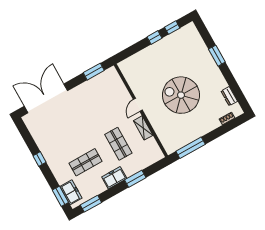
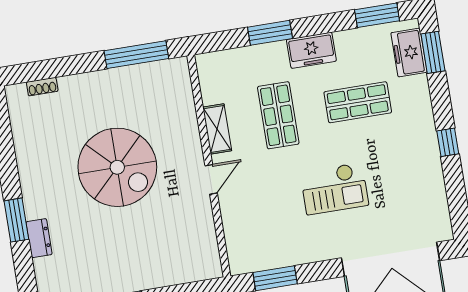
dresser: (229, 96) -> (39, 238), moved
checkout: (82, 120) -> (334, 189), added

